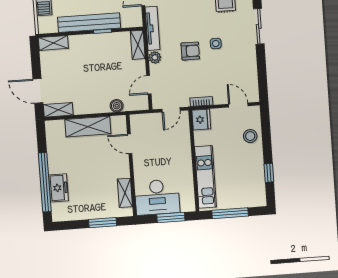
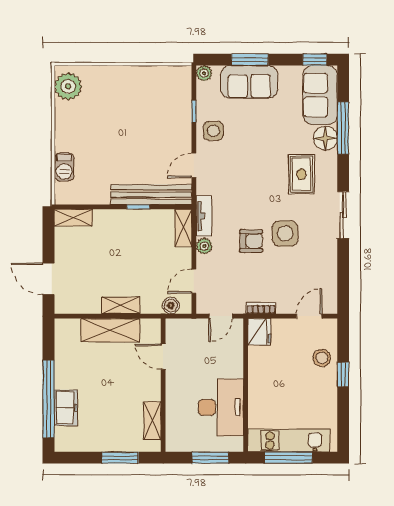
bench: (89, 23) -> (151, 194), moved
tv unit: (153, 28) -> (204, 216), width x0.71
side table: (216, 43) -> (285, 233), width x1.87, depth x1.87
door: (238, 105) -> (309, 316), hinge flipped
boiler: (117, 106) -> (171, 306), moved
shelving: (58, 110) -> (121, 305), moved
window: (269, 173) -> (343, 374), moved
kitchen unit: (205, 177) -> (289, 440), moved, turned -90
desk: (157, 197) -> (221, 407), moved, turned -90

